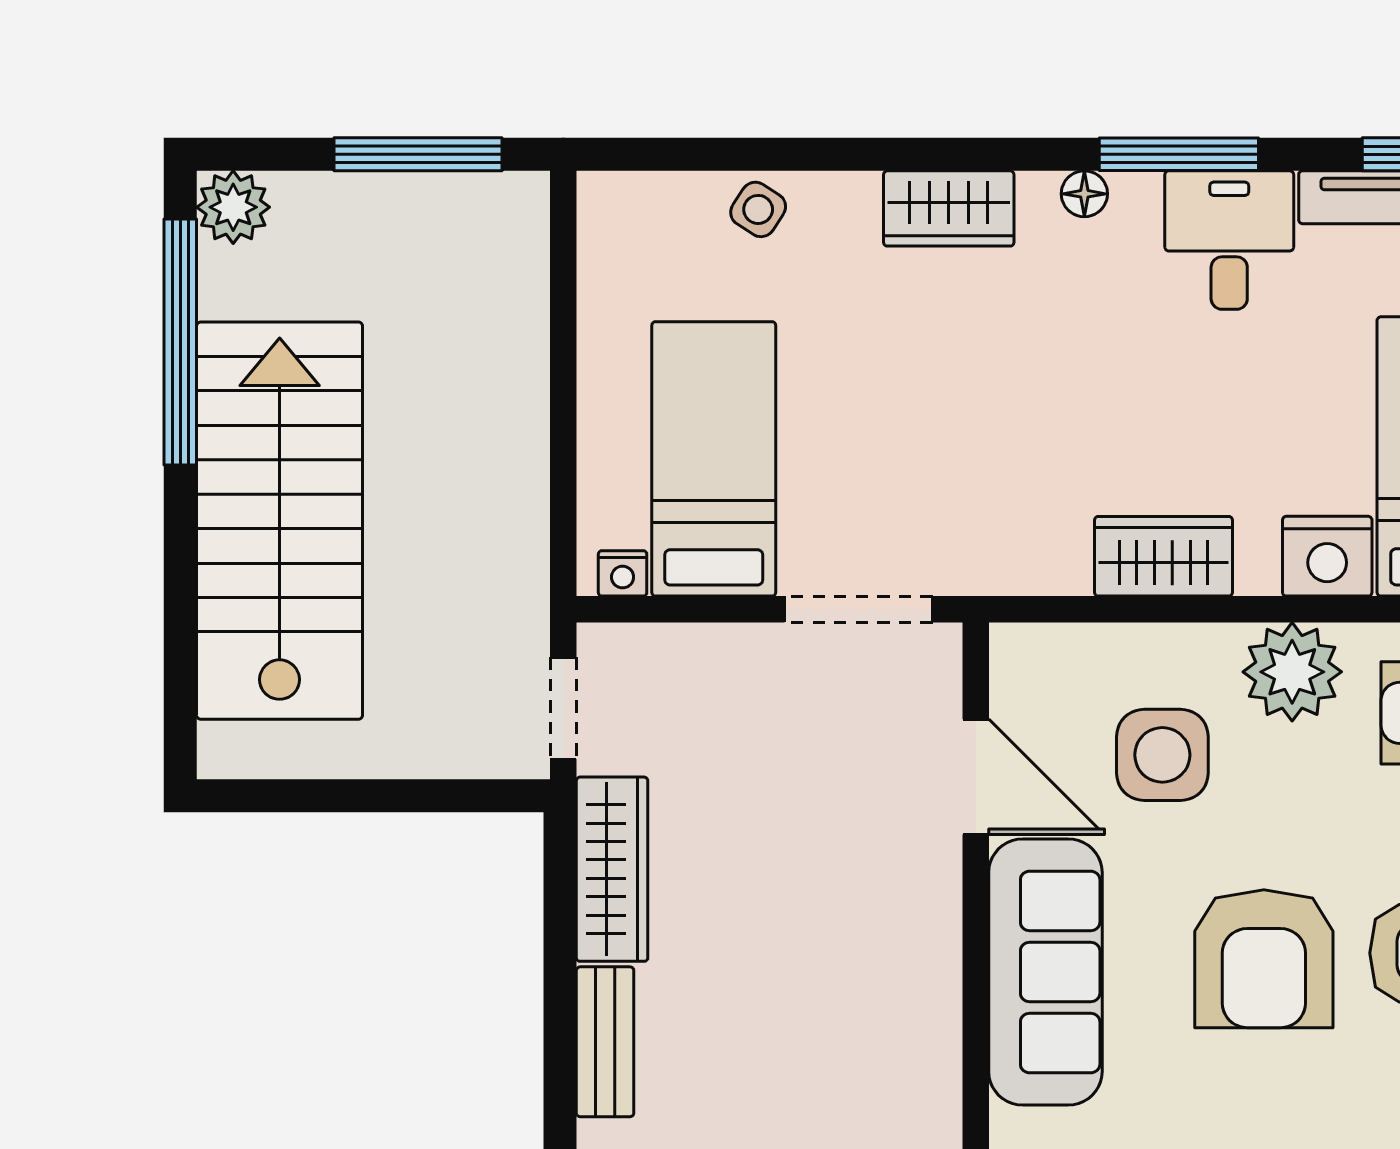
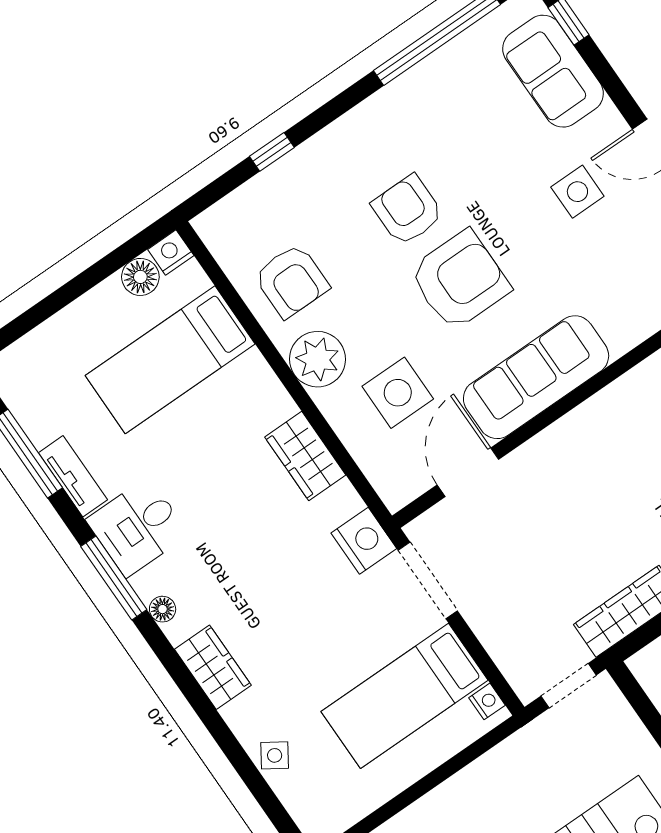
nightstand: (1327, 556) -> (364, 541), moved

